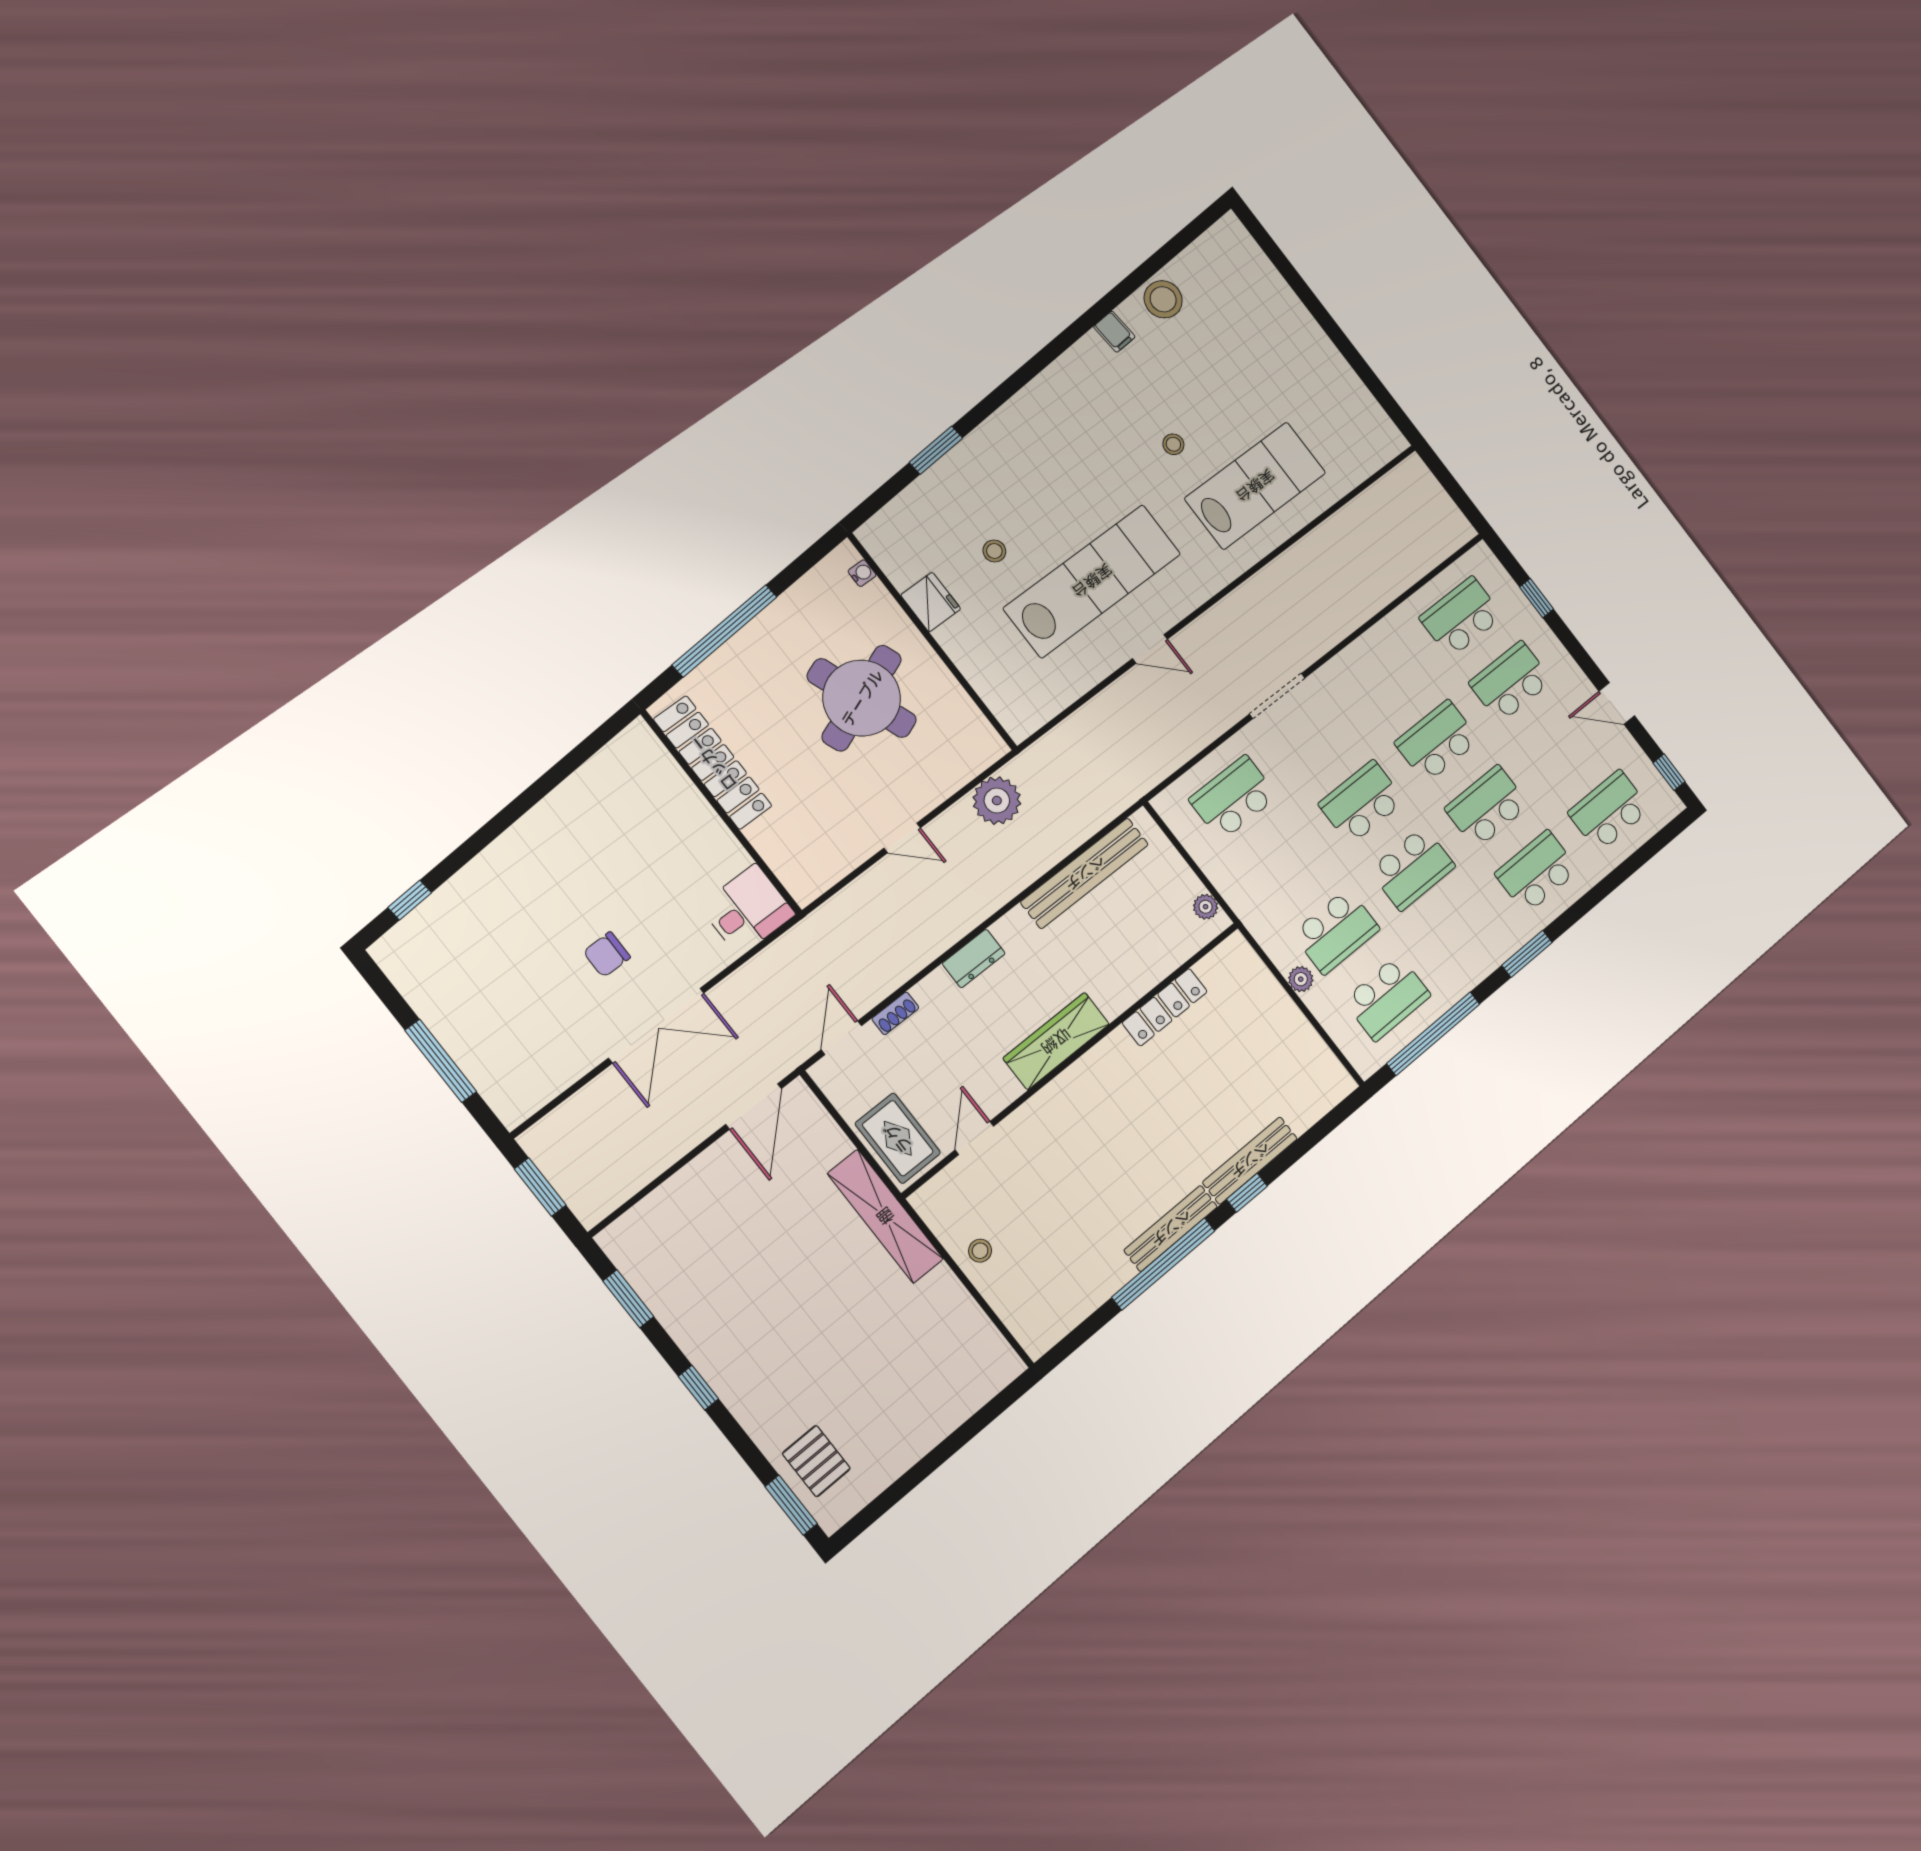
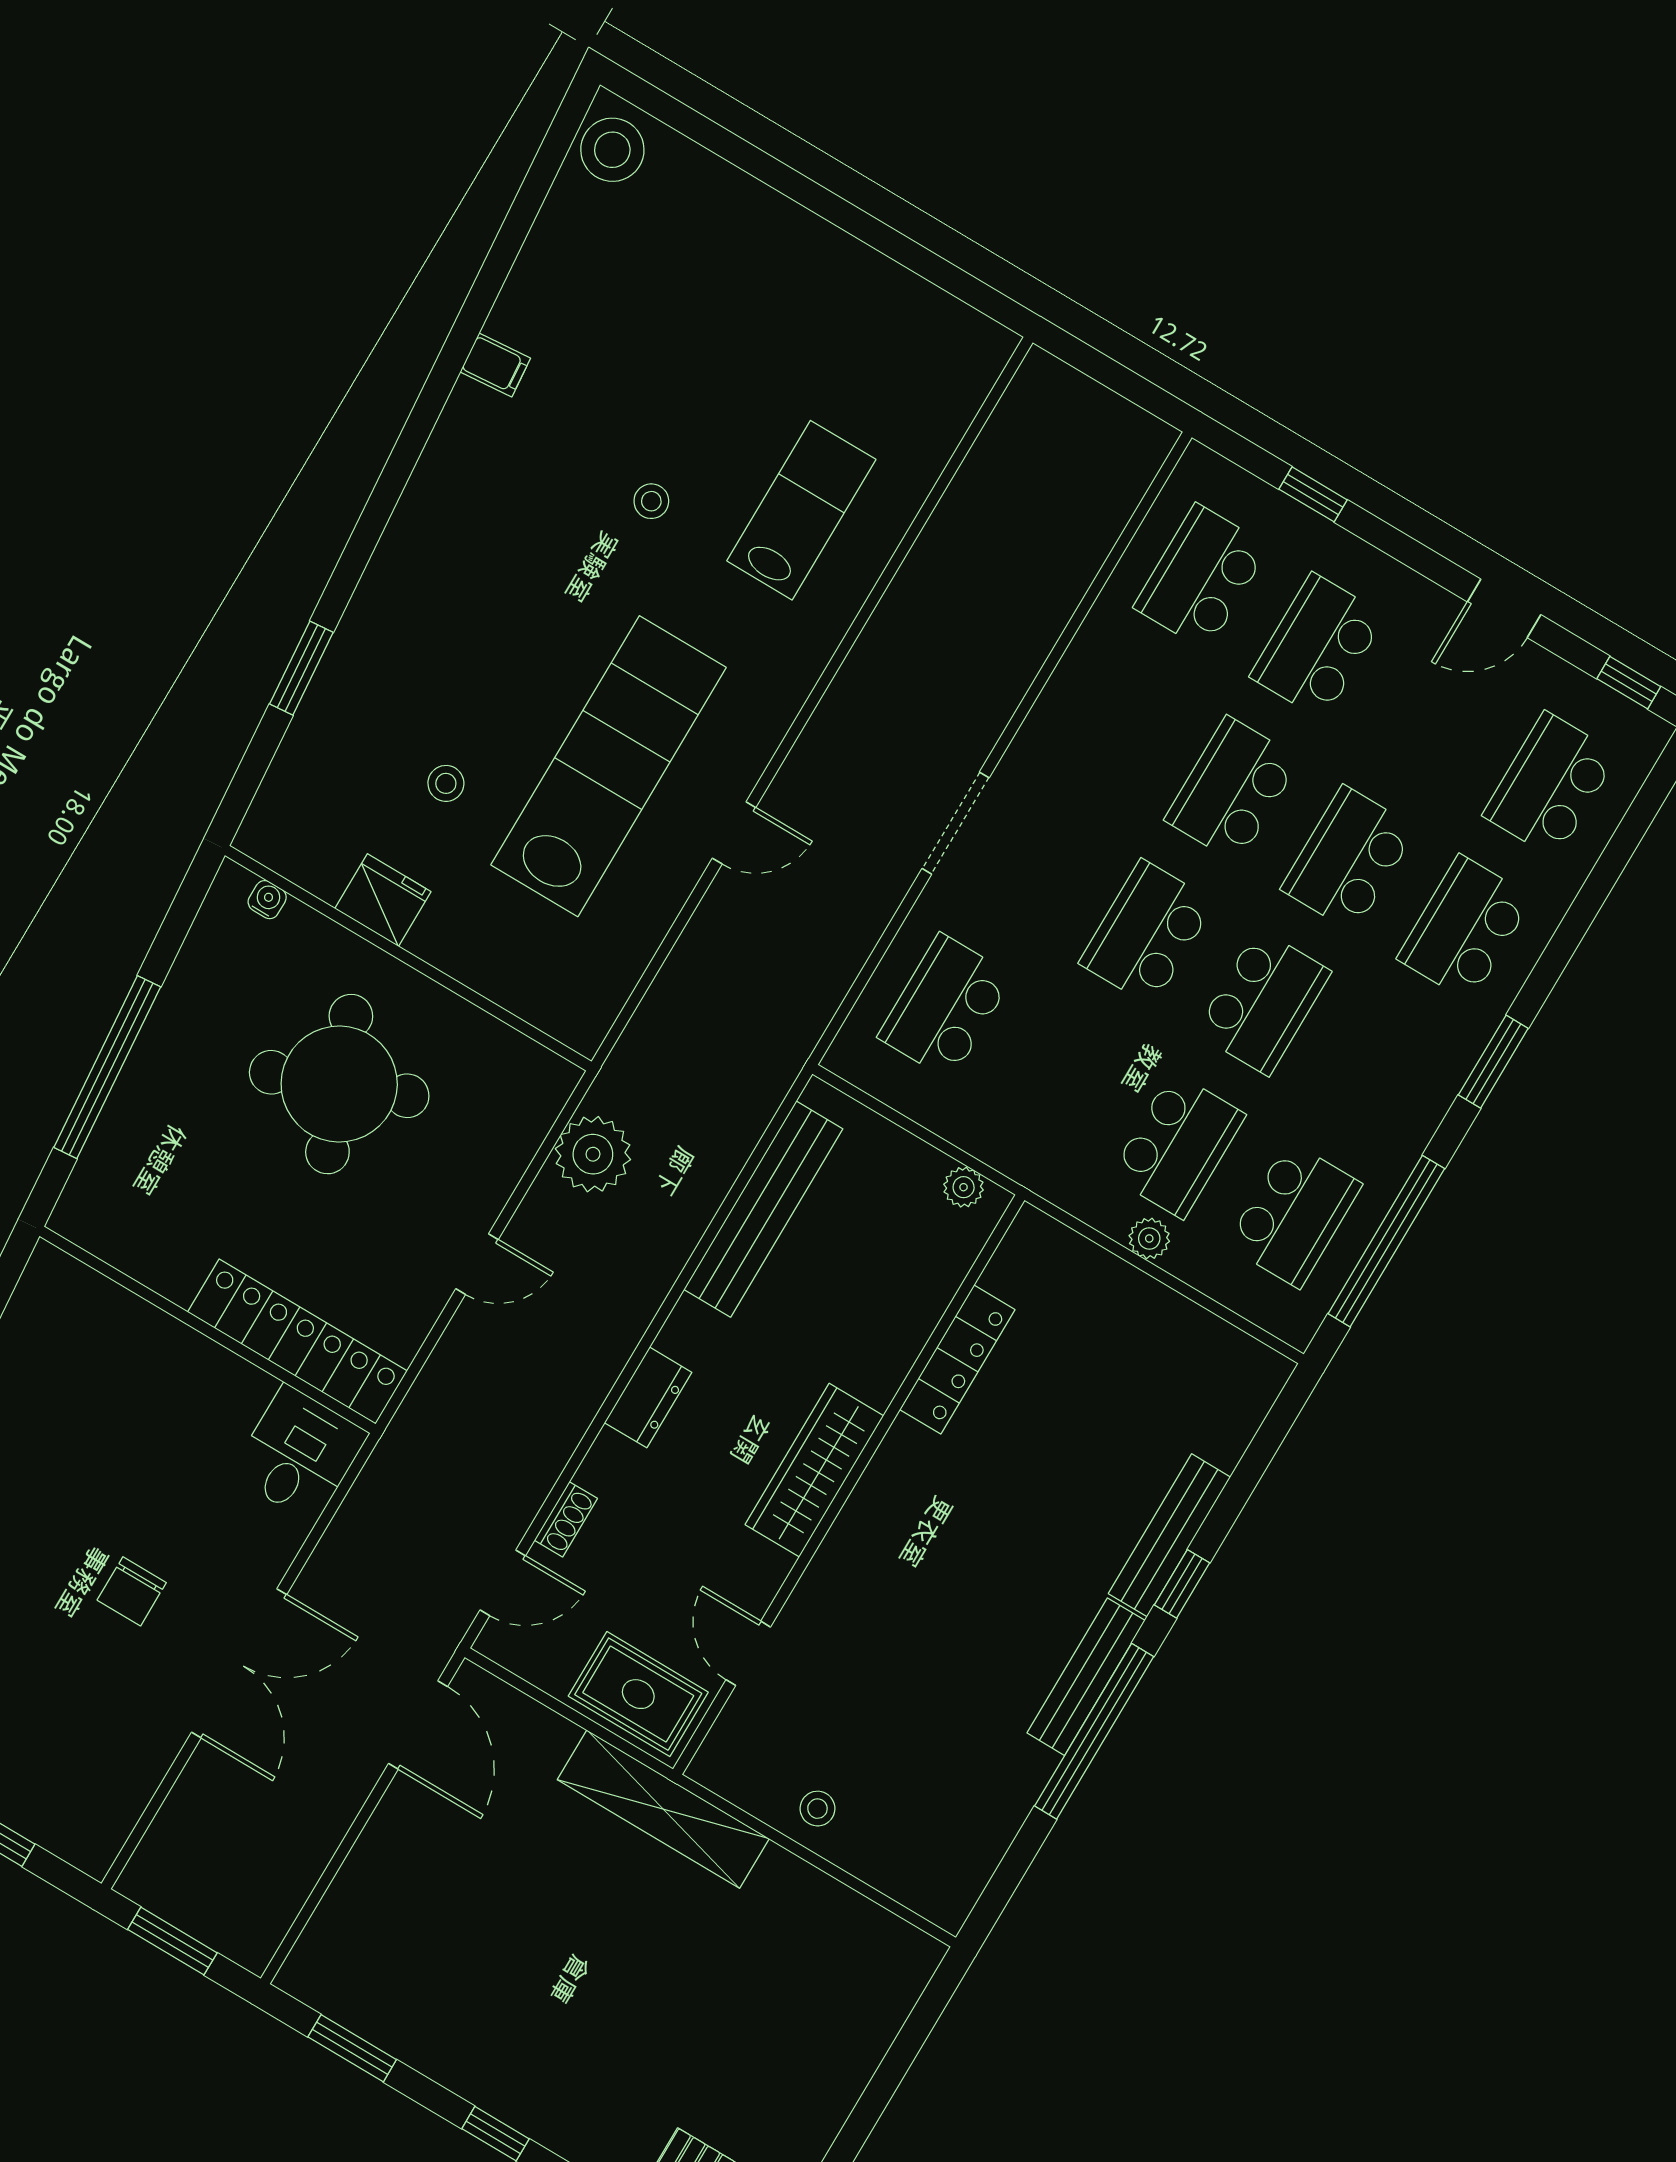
stool: (1163, 299) -> (612, 150), moved
lab bench: (1255, 486) -> (801, 510), width x0.73, depth x0.72
locker: (713, 763) -> (297, 1342), moved
door: (841, 1038) -> (503, 1583), swing flipped

